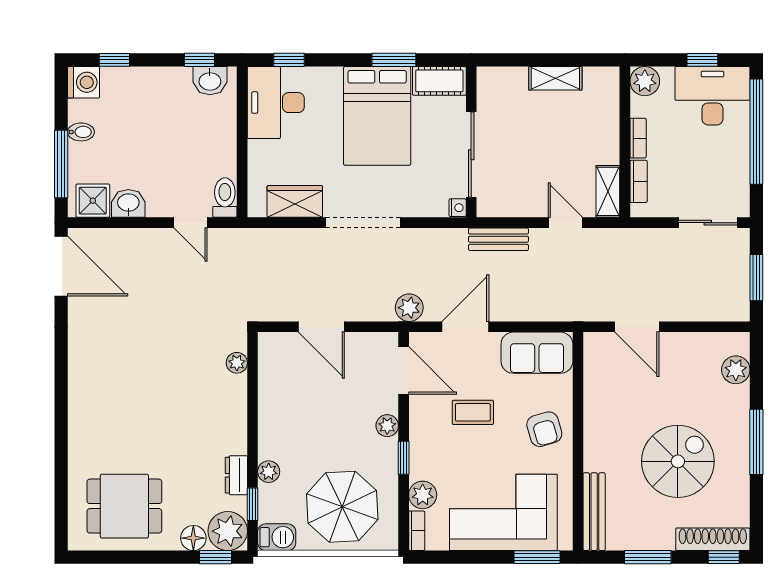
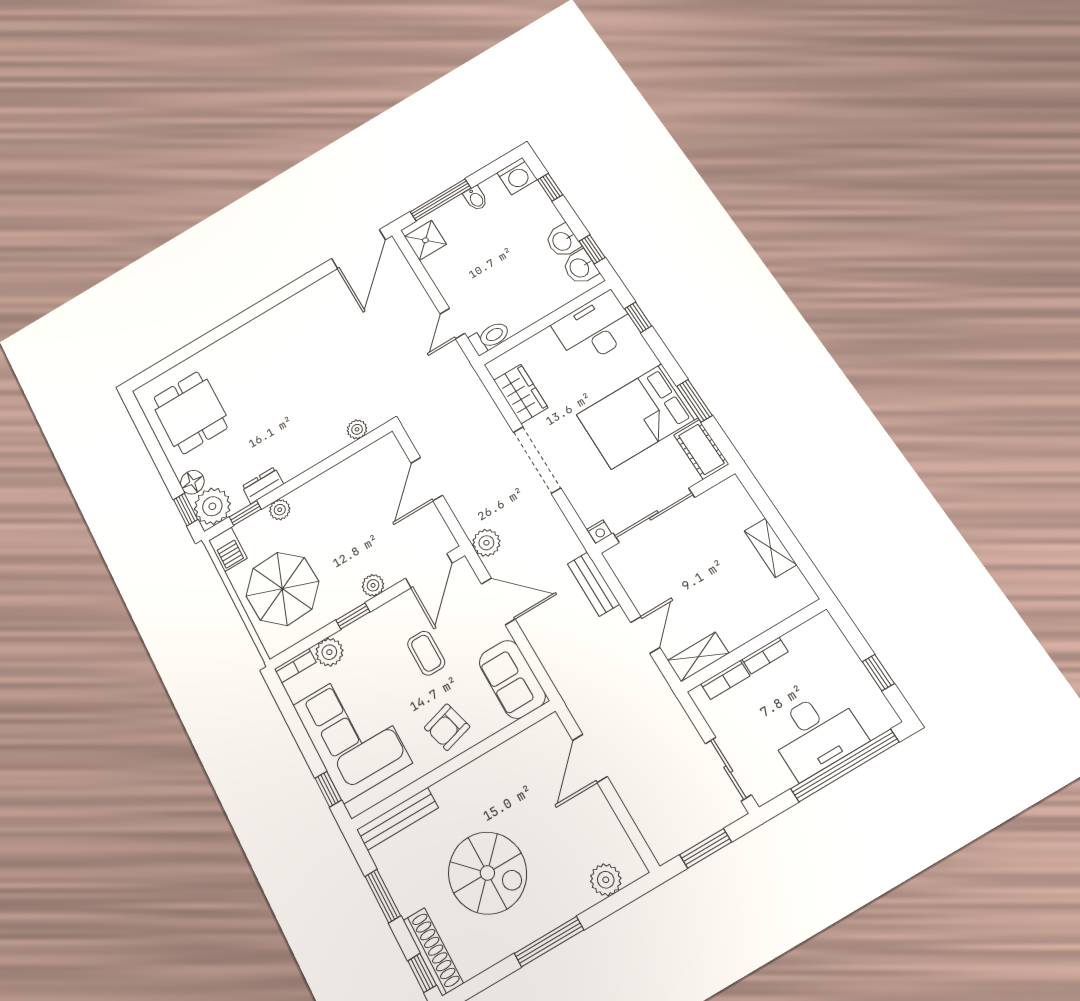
plant: (645, 81) -> (822, 630), removed
desk: (712, 96) -> (816, 734), moved, turned 90
washbasin: (128, 203) -> (563, 241), moved, turned 180
window: (537, 557) -> (328, 789), width x0.67

